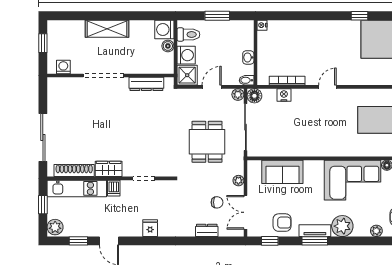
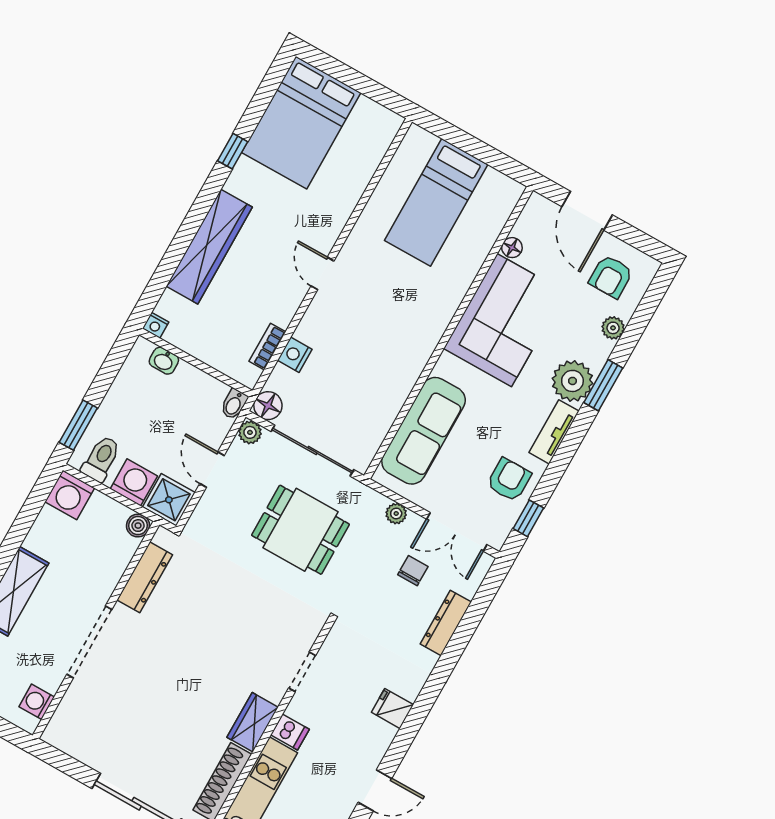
window: (217, 16) -> (78, 425), moved
wardrobe: (311, 29) -> (209, 247), added
boiler: (168, 46) -> (138, 526), moved
washbasin: (248, 57) -> (164, 361), moved
bookcase: (287, 81) -> (267, 347), width x0.64
sofa: (282, 172) -> (424, 431), width x1.36
dresser: (207, 230) -> (446, 623), width x1.44
window: (315, 241) -> (603, 385), moved

